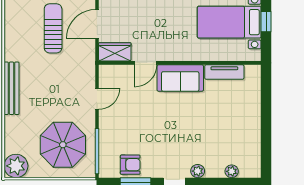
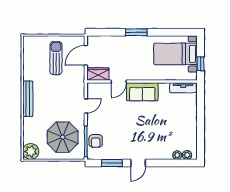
window: (266, 22) -> (201, 64), moved
tv unit: (224, 72) -> (183, 88), moved
armchair: (130, 165) -> (96, 141), moved, turned 90
plant: (198, 171) -> (187, 155), moved

